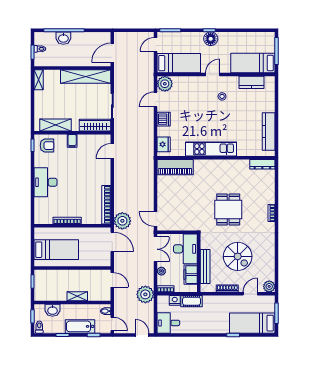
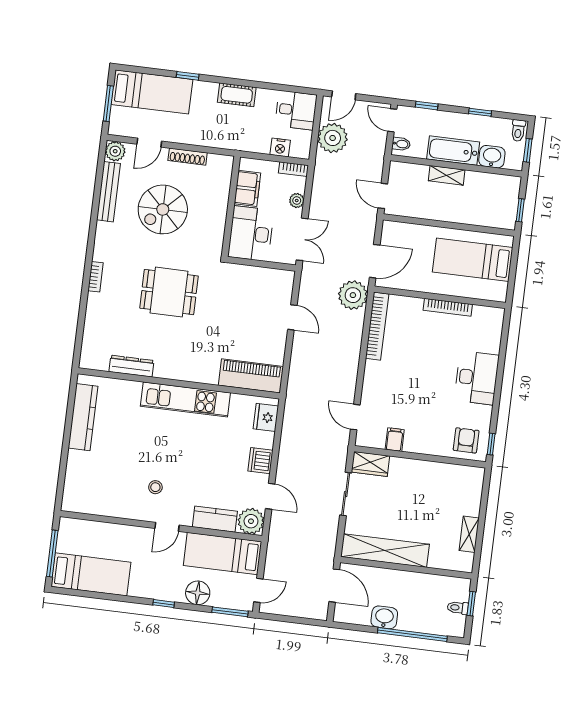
washbasin: (63, 38) -> (384, 617), moved
floor lamp: (211, 39) -> (198, 593), moved
door: (112, 53) -> (334, 586), hinge flipped
bed: (253, 63) -> (91, 574), moved
shelving: (39, 80) -> (469, 534), moved
kitchen counter: (251, 82) -> (215, 519), moved
door: (156, 99) -> (270, 496), hinge flipped
shelving: (55, 125) -> (447, 474), removed
wardrobe: (95, 125) -> (370, 464), width x0.67
filing cabinet: (72, 141) -> (395, 440), moved
armchair: (47, 146) -> (466, 440), turned 90
door: (112, 151) -> (355, 417), swing flipped
dresser: (262, 164) -> (131, 366), moved
dining table: (228, 209) -> (169, 292), turned 90
door: (156, 219) -> (292, 317), moved
door: (112, 242) -> (375, 261), swing flipped
double door: (156, 249) -> (302, 239), swing flipped
spiral stairs: (238, 256) -> (163, 209), turned -90
bench: (205, 266) -> (108, 192), moved
plant: (145, 294) -> (333, 138), moved
cot: (192, 301) -> (237, 95), moved
bathtub: (80, 326) -> (453, 151), moved, turned 180
door: (142, 335) -> (344, 95), hinge flipped

